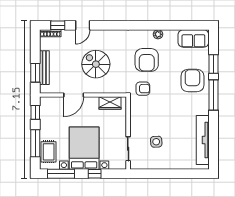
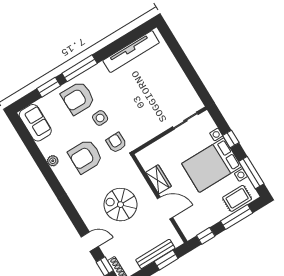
armchair: (147, 60) -> (85, 156), turned 180
spiral stairs: (96, 64) -> (120, 205), turned 90
wardrobe: (110, 103) -> (158, 179), moved
side table: (156, 142) -> (100, 118), moved

